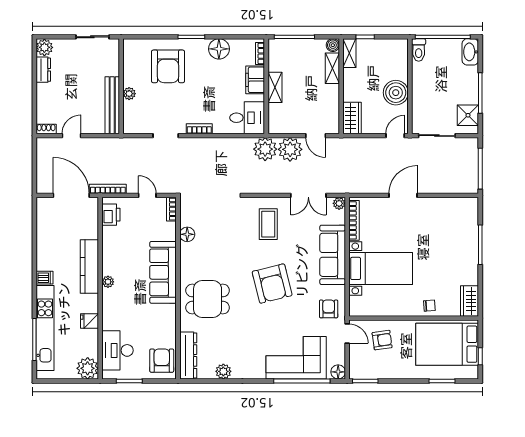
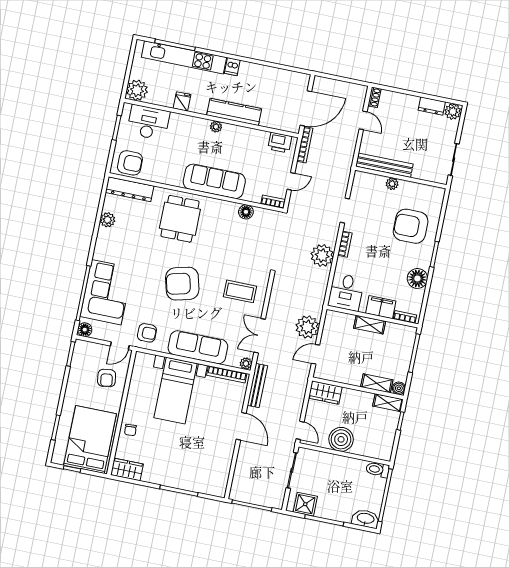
plant: (265, 149) -> (322, 256), moved
bench: (359, 187) -> (257, 385), added

